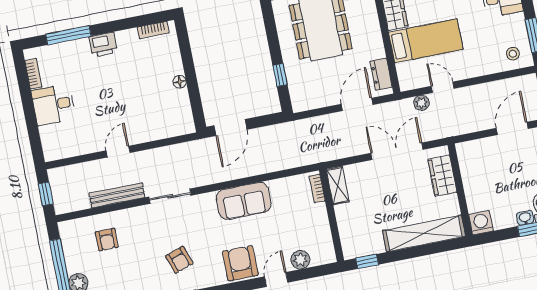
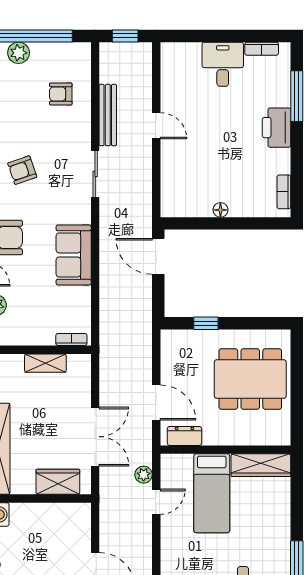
printer: (103, 44) -> (277, 128), width x1.37, depth x1.19
shelving: (338, 186) -> (45, 363), moved

